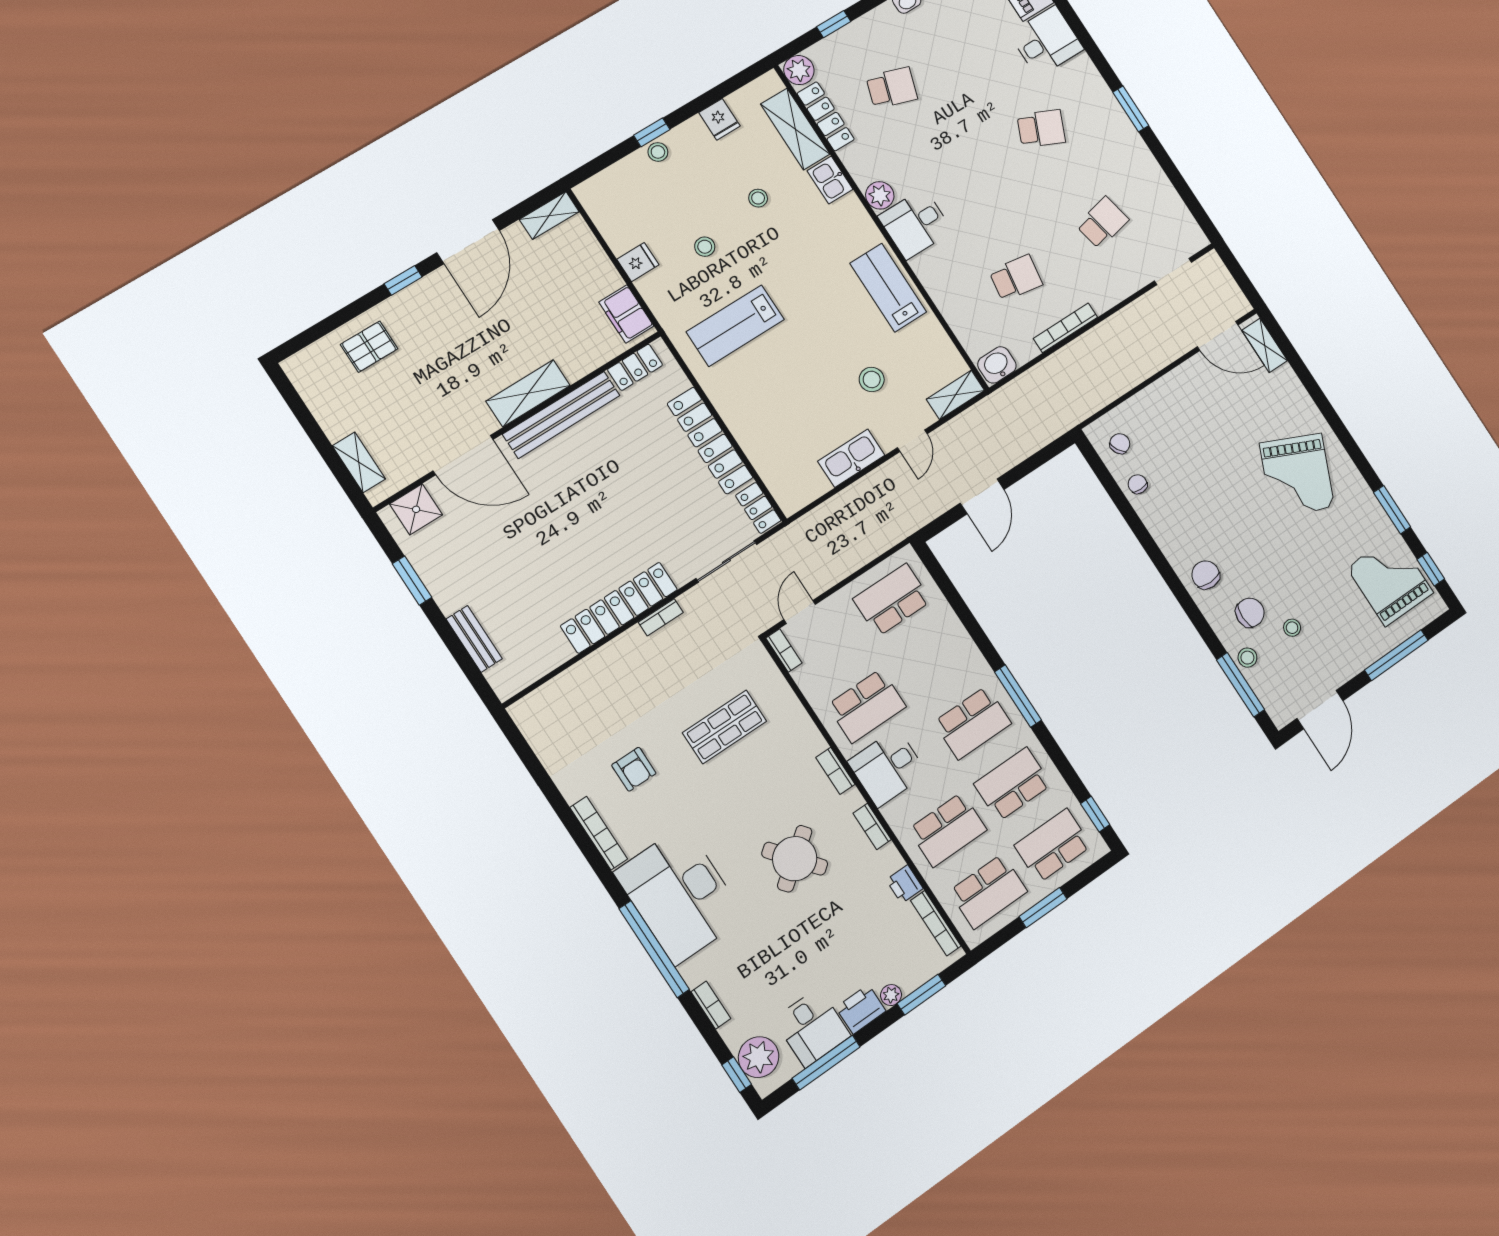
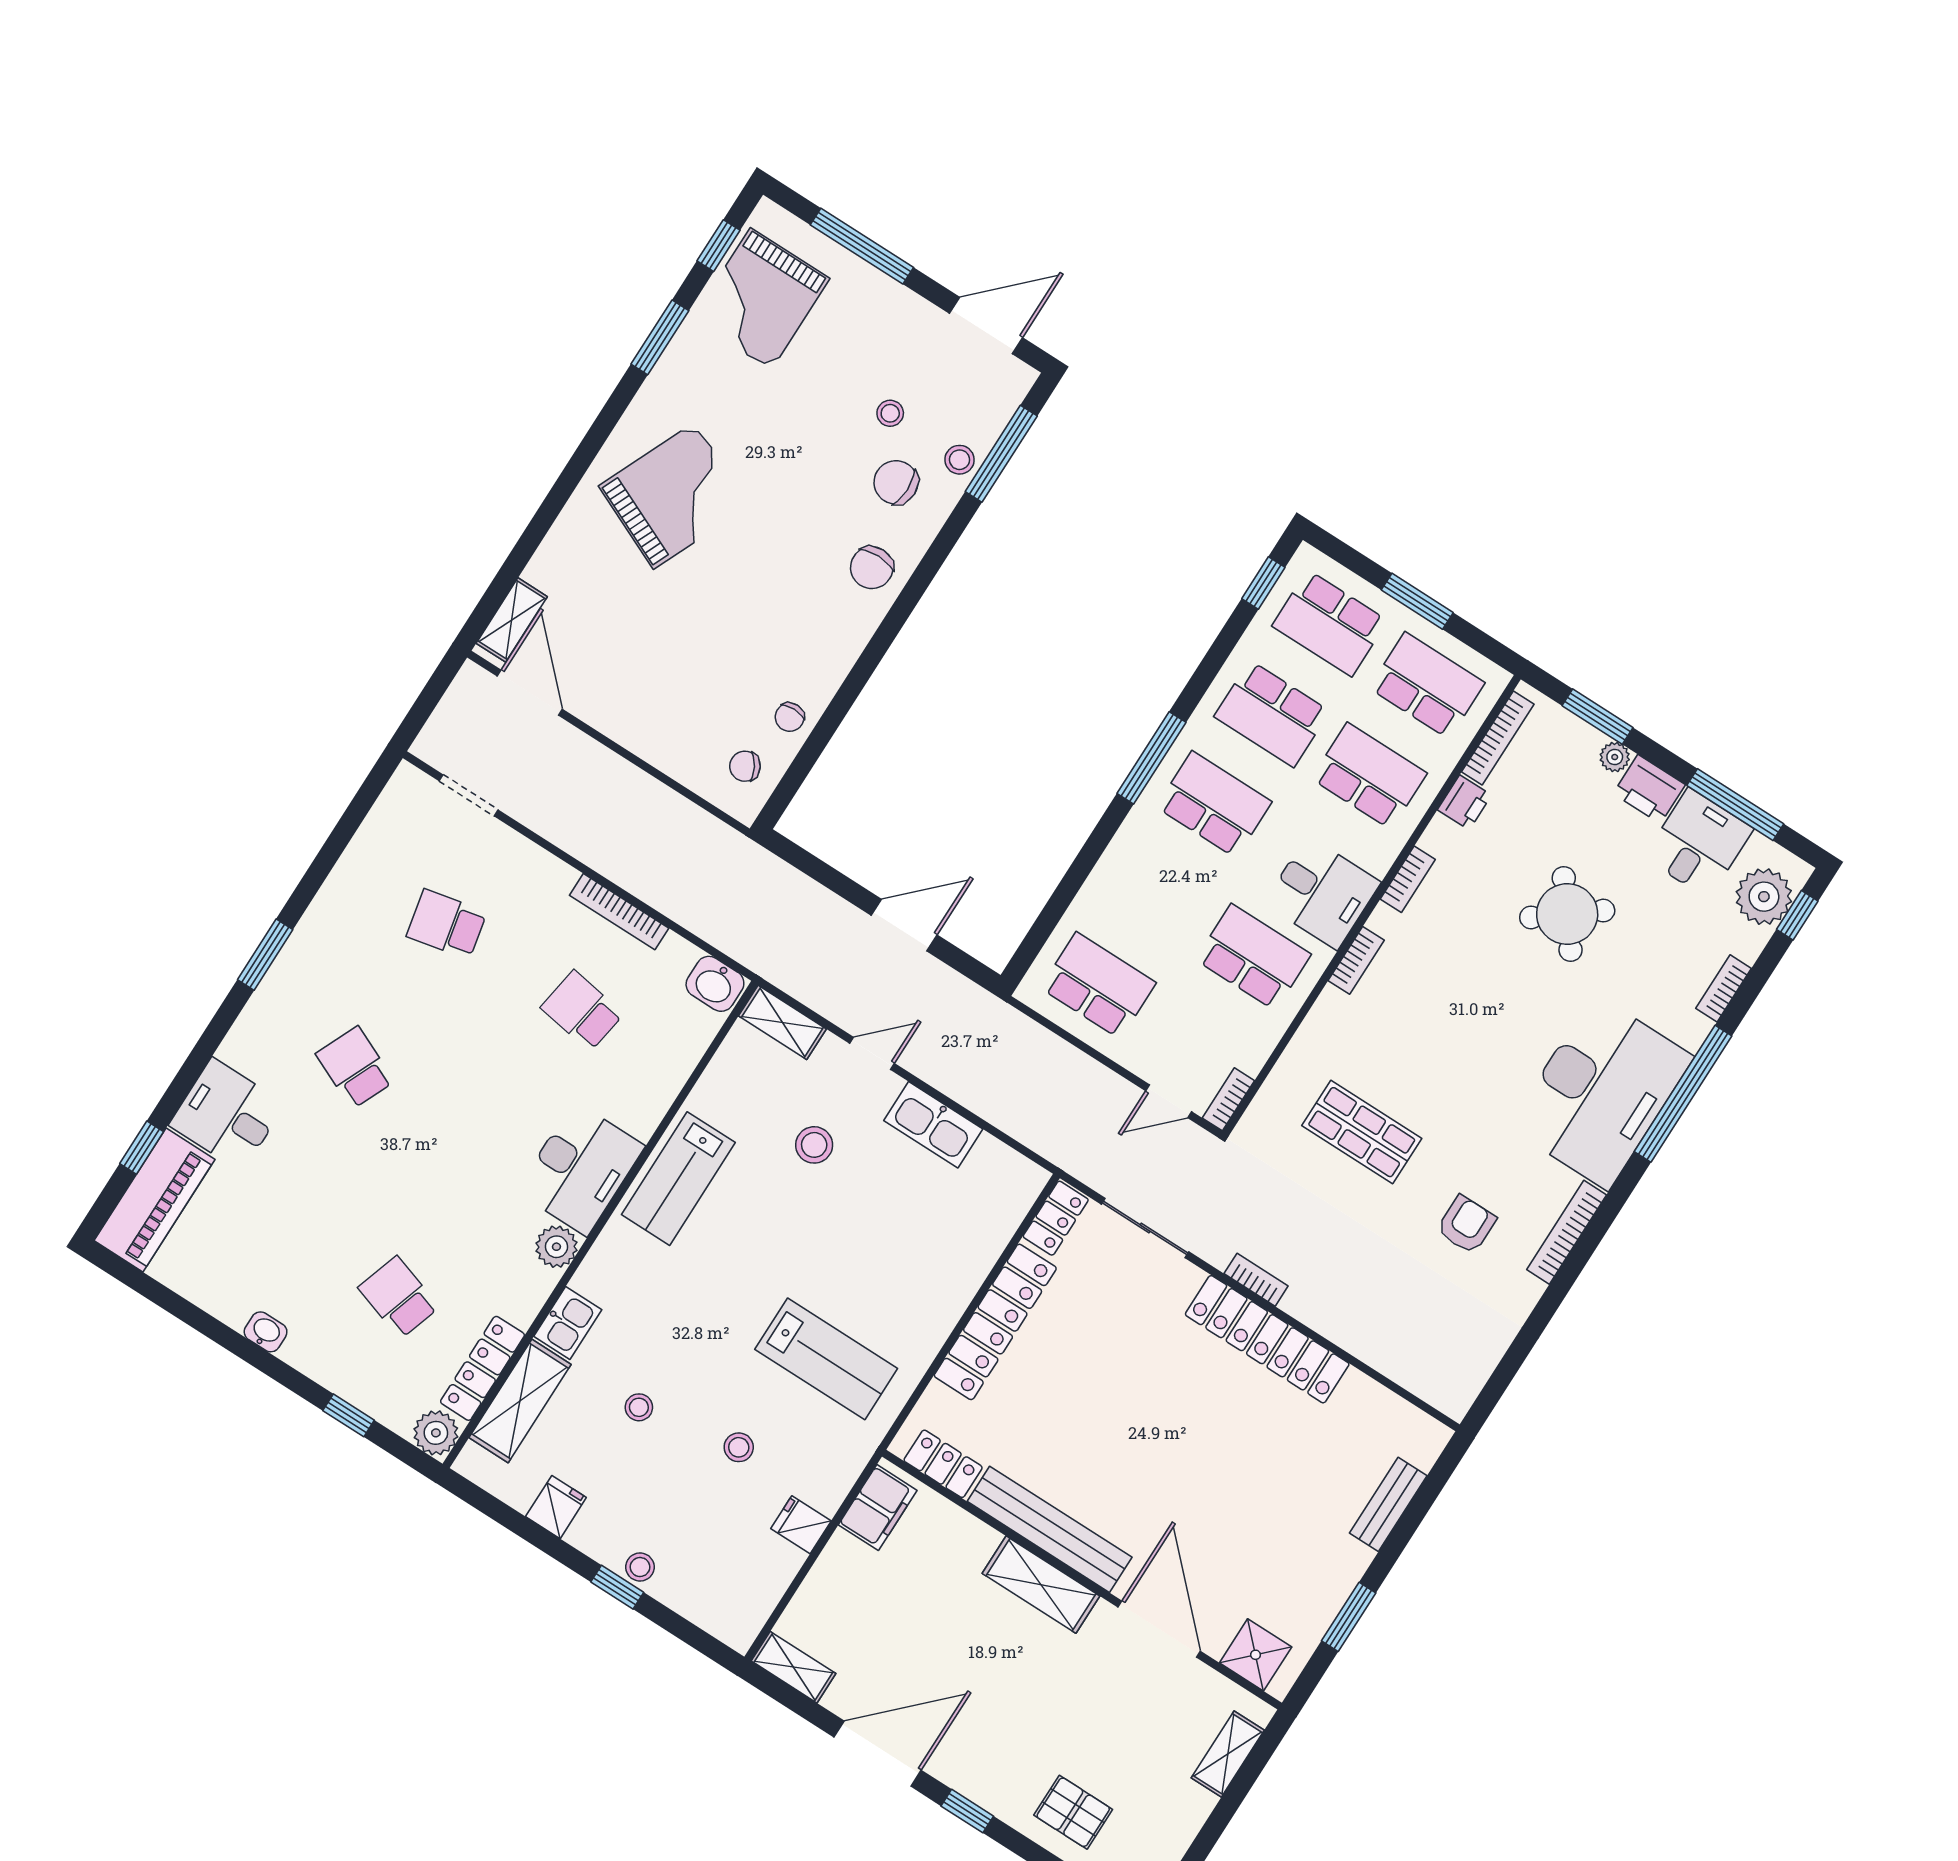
desk: (915, 224) -> (581, 1169), width x1.37
school desk: (892, 600) -> (1098, 985), turned 180
round table: (795, 859) -> (1567, 914), moved

